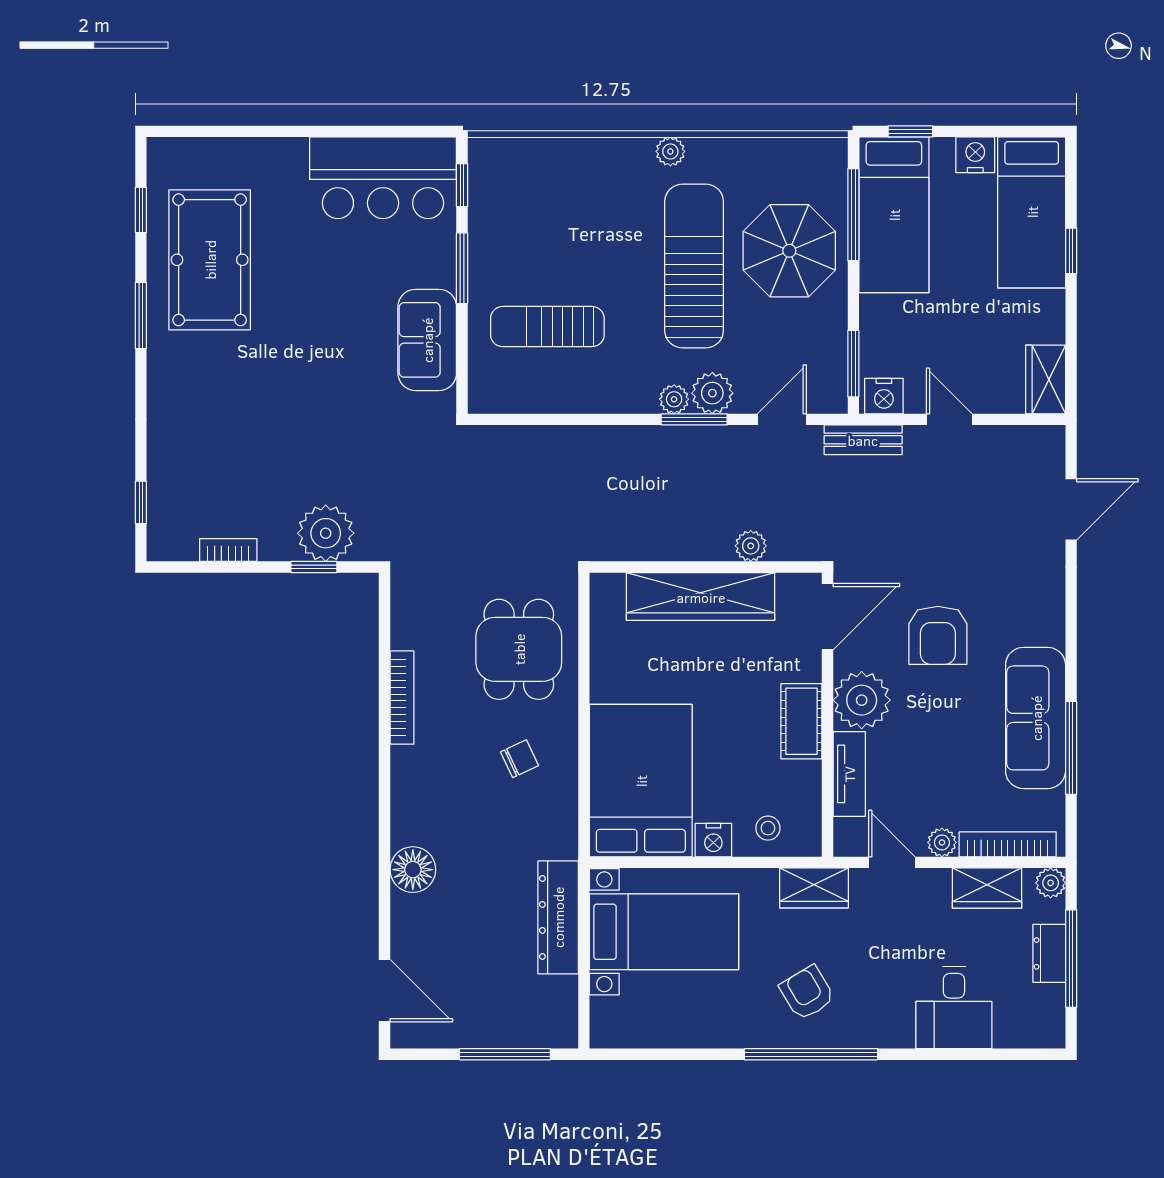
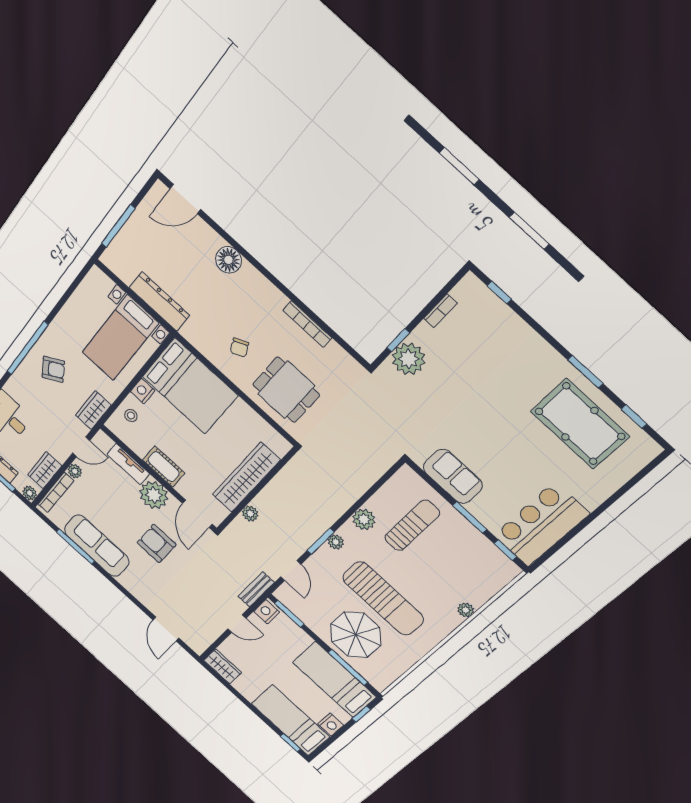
plant: (670, 151) -> (466, 610), moved
window: (1071, 251) -> (290, 743), moved
plant: (712, 393) -> (364, 519), moved

